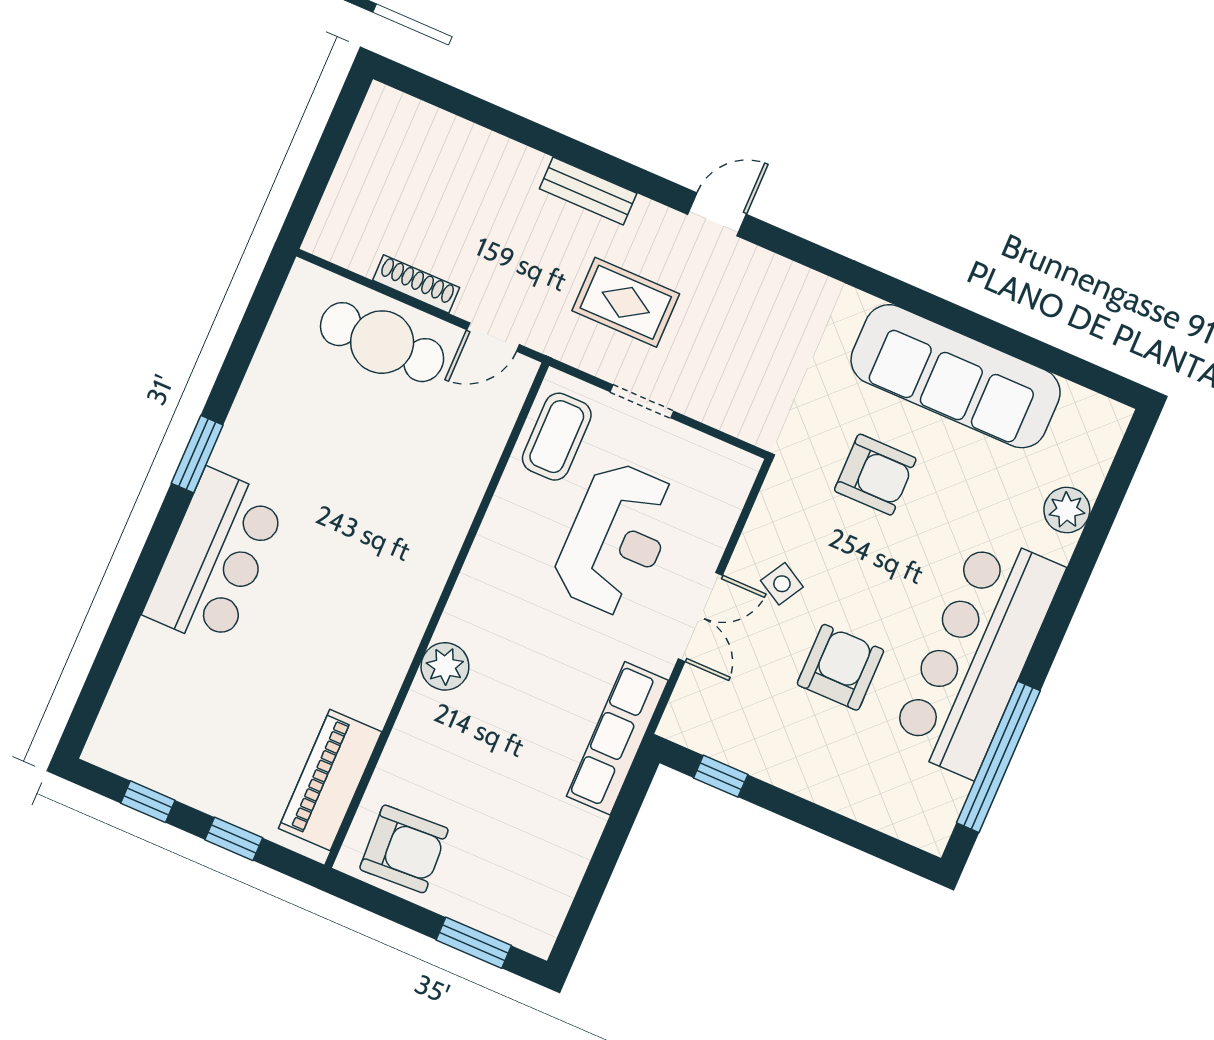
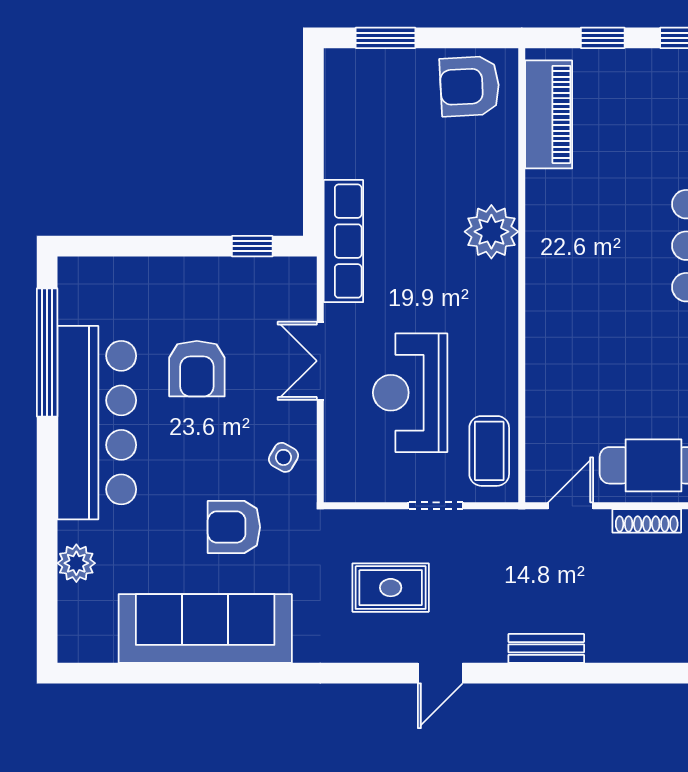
rug: (626, 302) -> (391, 588), moved
side table: (782, 584) -> (283, 457), moved
plant: (445, 666) -> (491, 232), width x1.36, depth x1.36

